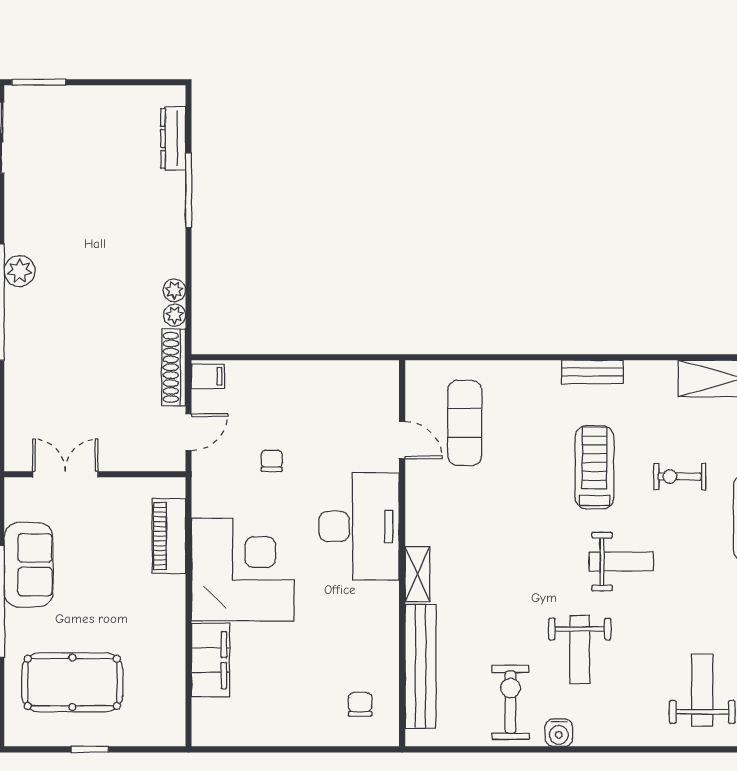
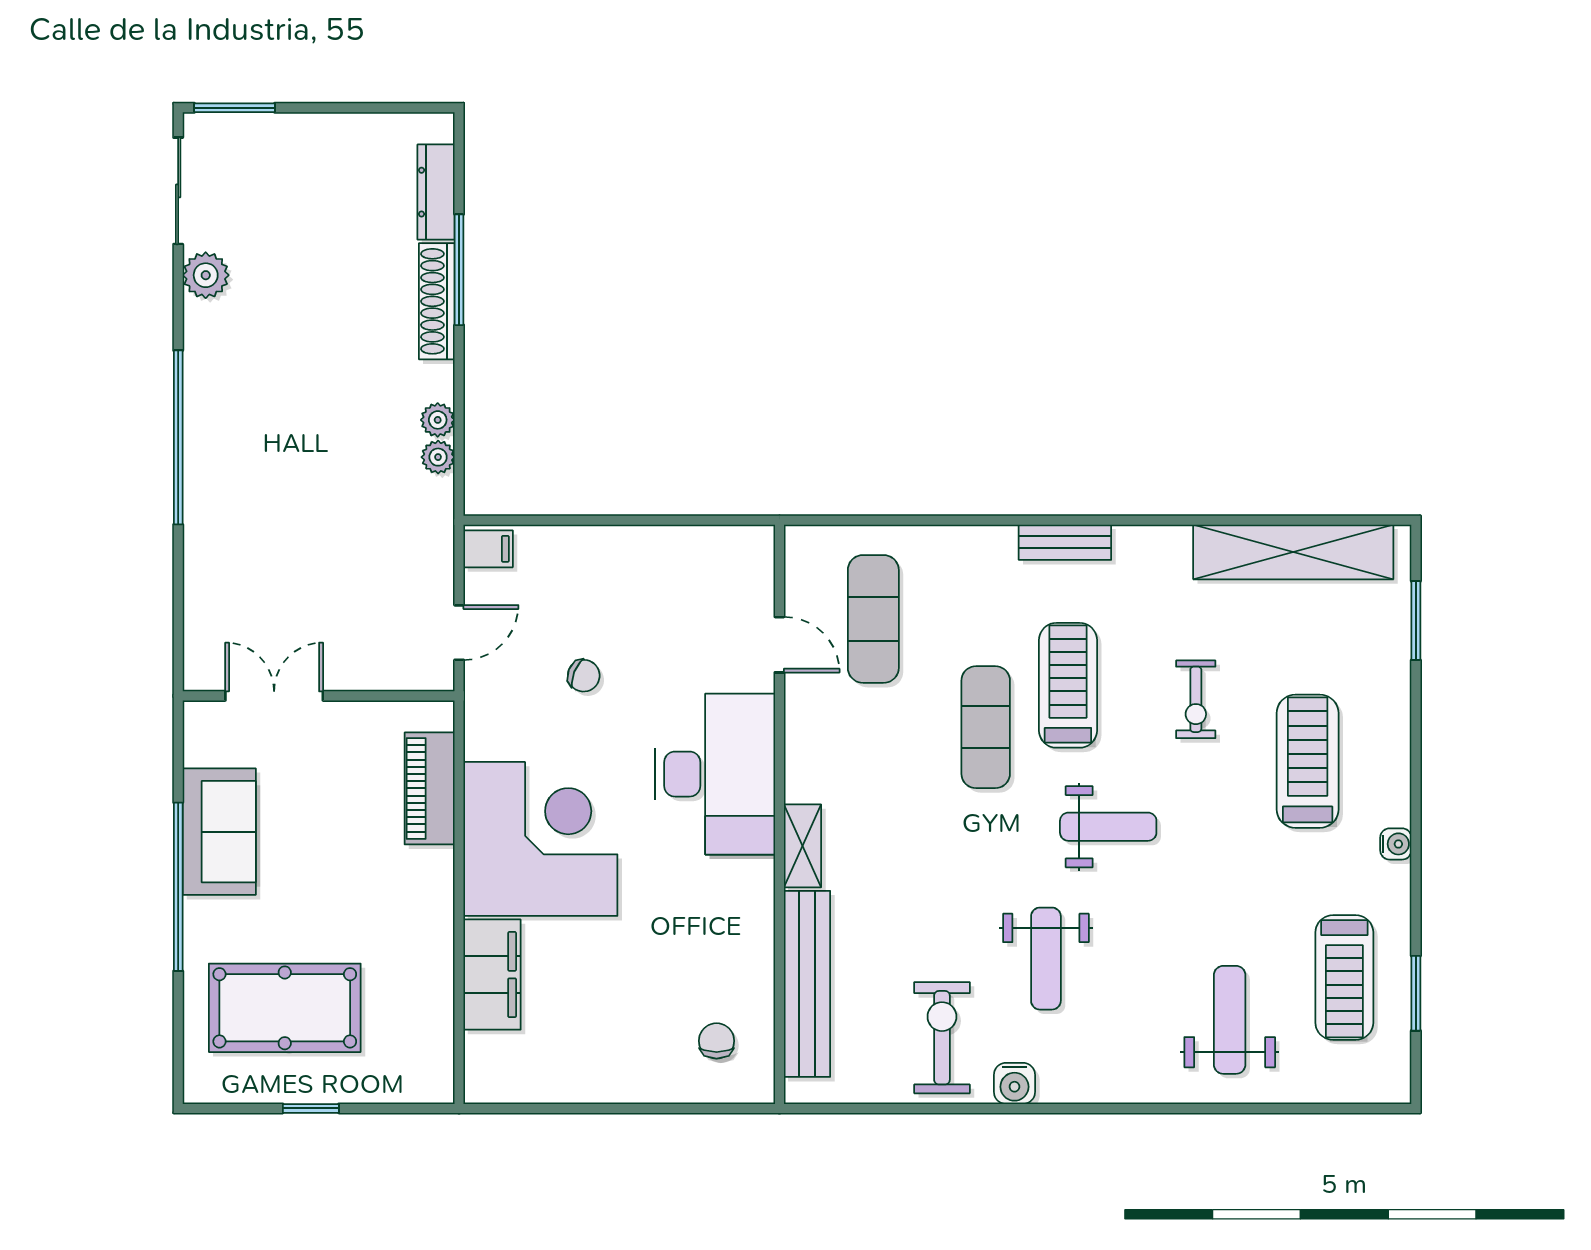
plant: (20, 271) -> (206, 275), moved
shoe rack: (174, 367) -> (437, 301), moved
chair: (272, 461) -> (584, 676), turned 112
exercise bike: (680, 477) -> (1196, 699), turned -90
exercise mat: (540, 495) -> (986, 727), added

